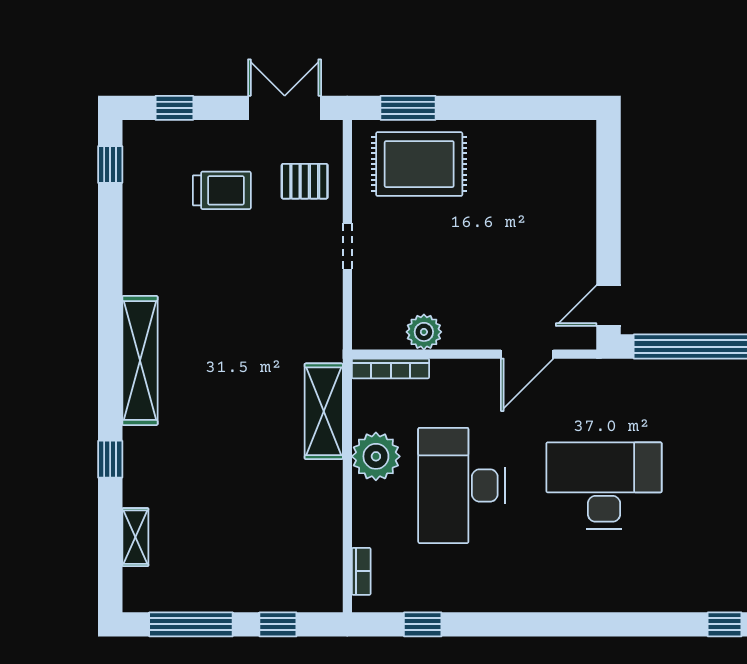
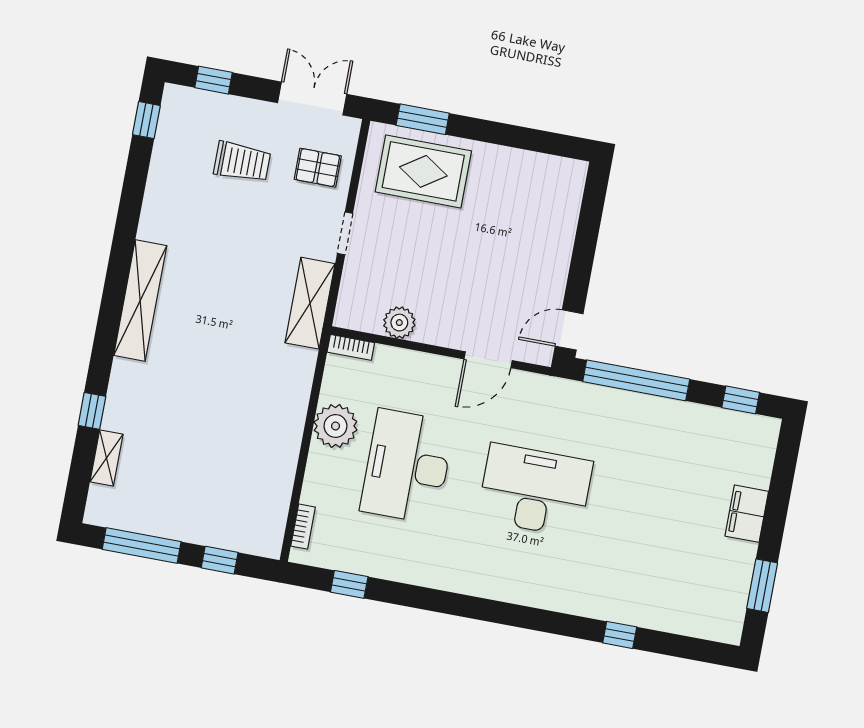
bookcase: (391, 369) -> (351, 347), width x0.64
shelving: (324, 411) -> (310, 303), moved
window: (110, 459) -> (92, 411), moved

